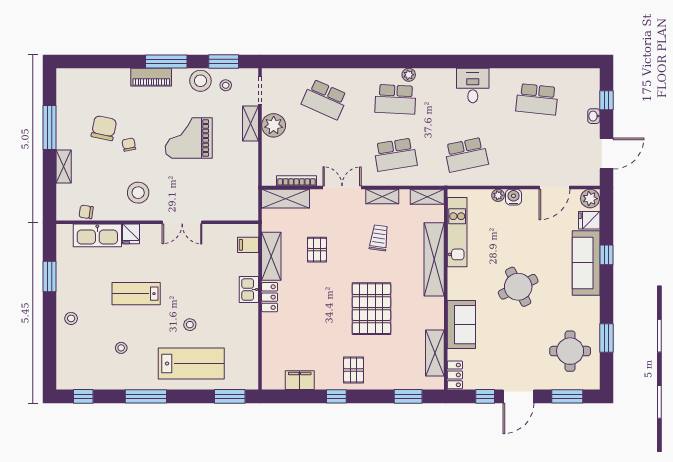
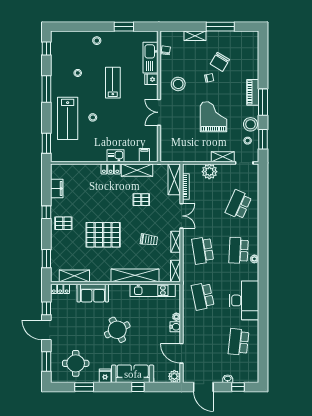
desk: (473, 86) -> (244, 300), width x1.87, depth x1.30
plant: (274, 125) -> (209, 172), moved
chair: (104, 128) -> (220, 62), turned 109
fridge: (589, 220) -> (105, 376), moved

